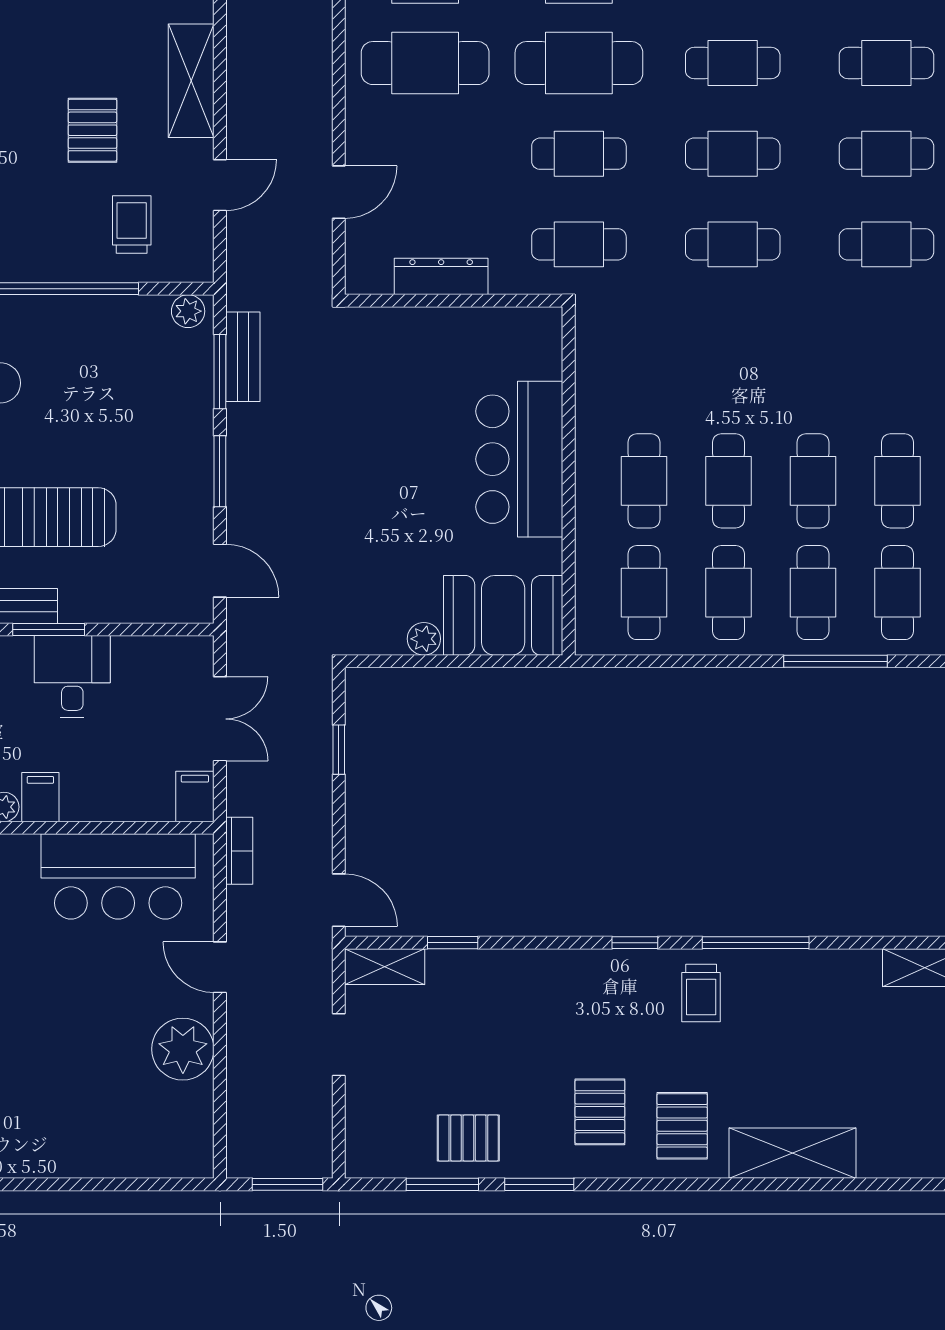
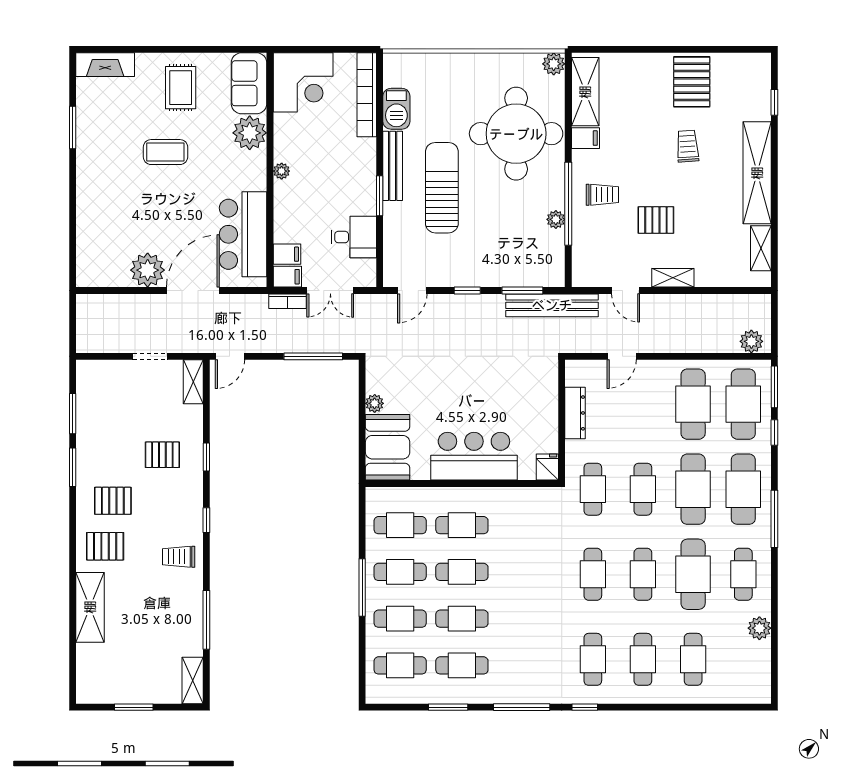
cafe table: (733, 63) -> (693, 574), width x1.37, depth x1.35
shelving: (191, 81) -> (673, 278), width x0.67, depth x0.75
door: (339, 192) -> (622, 356), hinge flipped
trolley: (132, 224) -> (602, 195), moved
plant: (188, 311) -> (556, 219), moved
fridge: (539, 326) -> (547, 467), added
bench: (243, 357) -> (552, 305), width x1.86, depth x1.21
window: (220, 471) -> (467, 291), width x0.67
window: (836, 661) -> (362, 588), moved
desk: (72, 676) -> (354, 237), moved
window: (339, 750) -> (313, 356), width x2.17
filing cabinet: (40, 797) -> (287, 254), moved
bookcase: (239, 851) -> (288, 301), moved
window: (453, 943) -> (206, 457), moved
window: (756, 943) -> (206, 620), moved
door: (220, 967) -> (193, 291), width x1.87
pallet: (468, 1138) -> (162, 455), moved, turned 90
window: (287, 1184) -> (73, 328), removed

